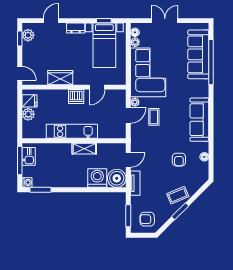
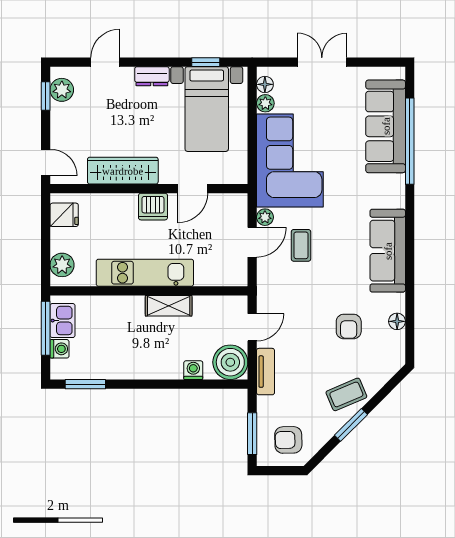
wardrobe: (60, 78) -> (123, 171), width x1.50
plant: (28, 114) -> (62, 265), moved
washing machine: (97, 178) -> (193, 370), width x0.53, depth x0.53
washing machine: (27, 182) -> (60, 349), moved

